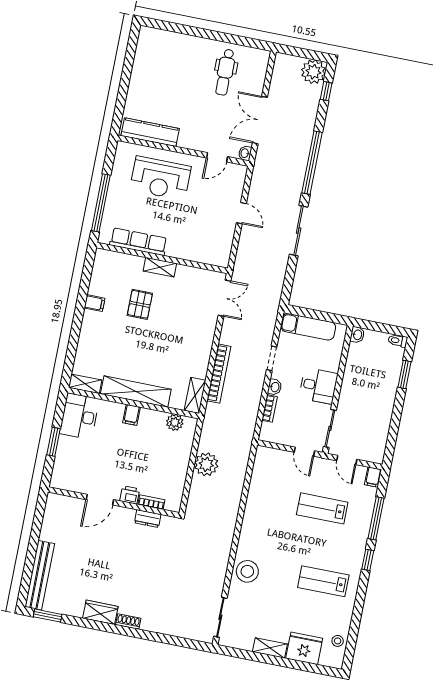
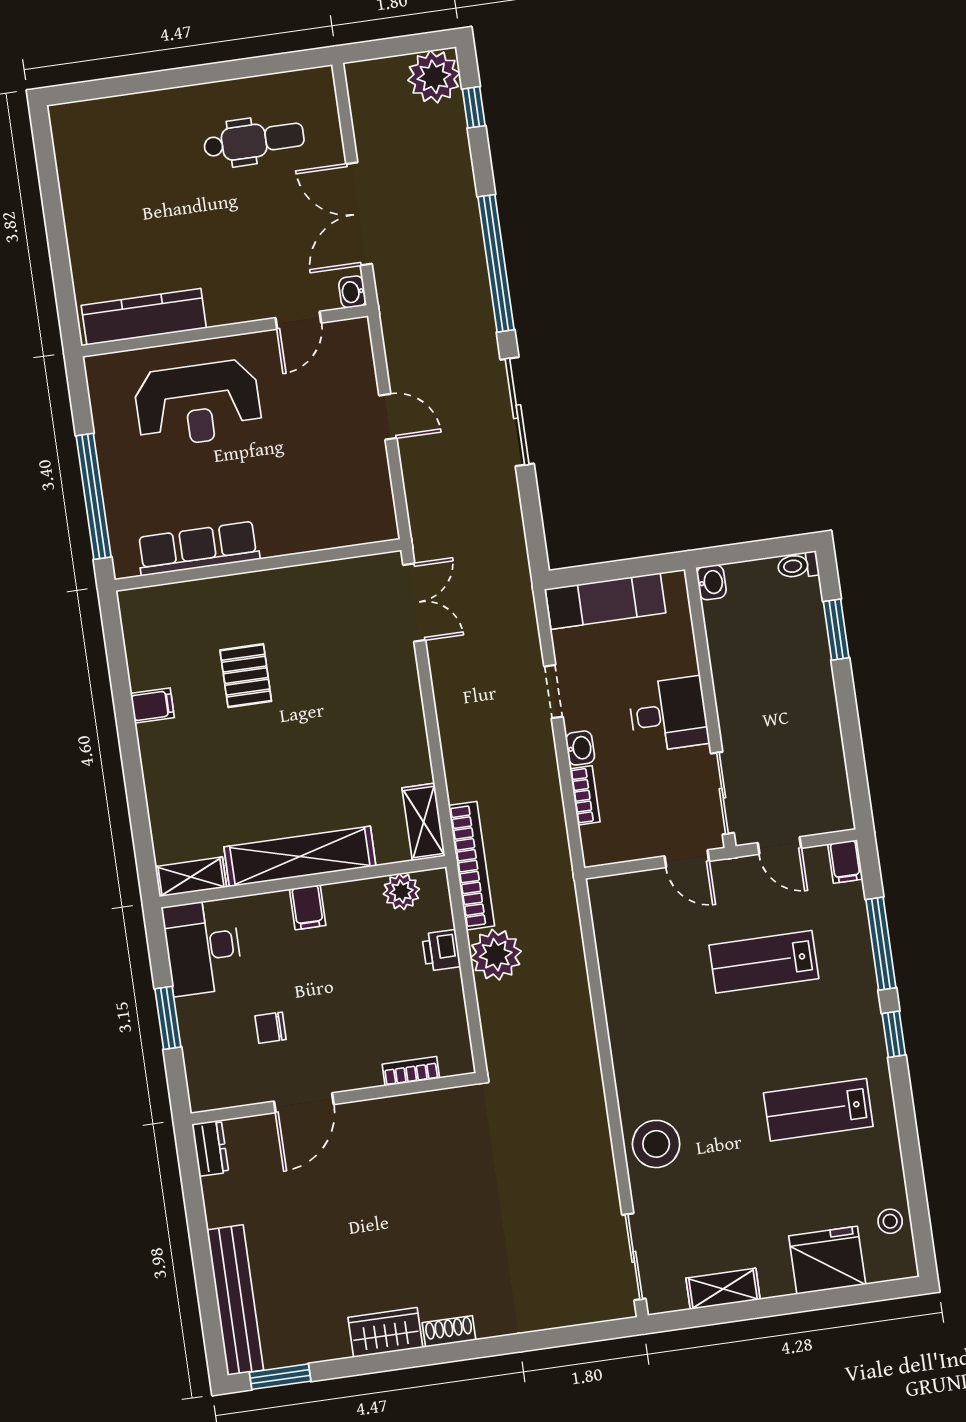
dental chair: (225, 72) -> (254, 141), turned -90
shelving: (160, 267) -> (260, 585), removed
bookcase: (219, 374) -> (471, 866), moved
chair: (97, 462) -> (271, 1028), added
printer: (130, 495) -> (441, 950), moved, turned -90
dresser: (148, 519) -> (210, 1148), moved, turned -90
shelving: (270, 648) -> (723, 1289), moved

